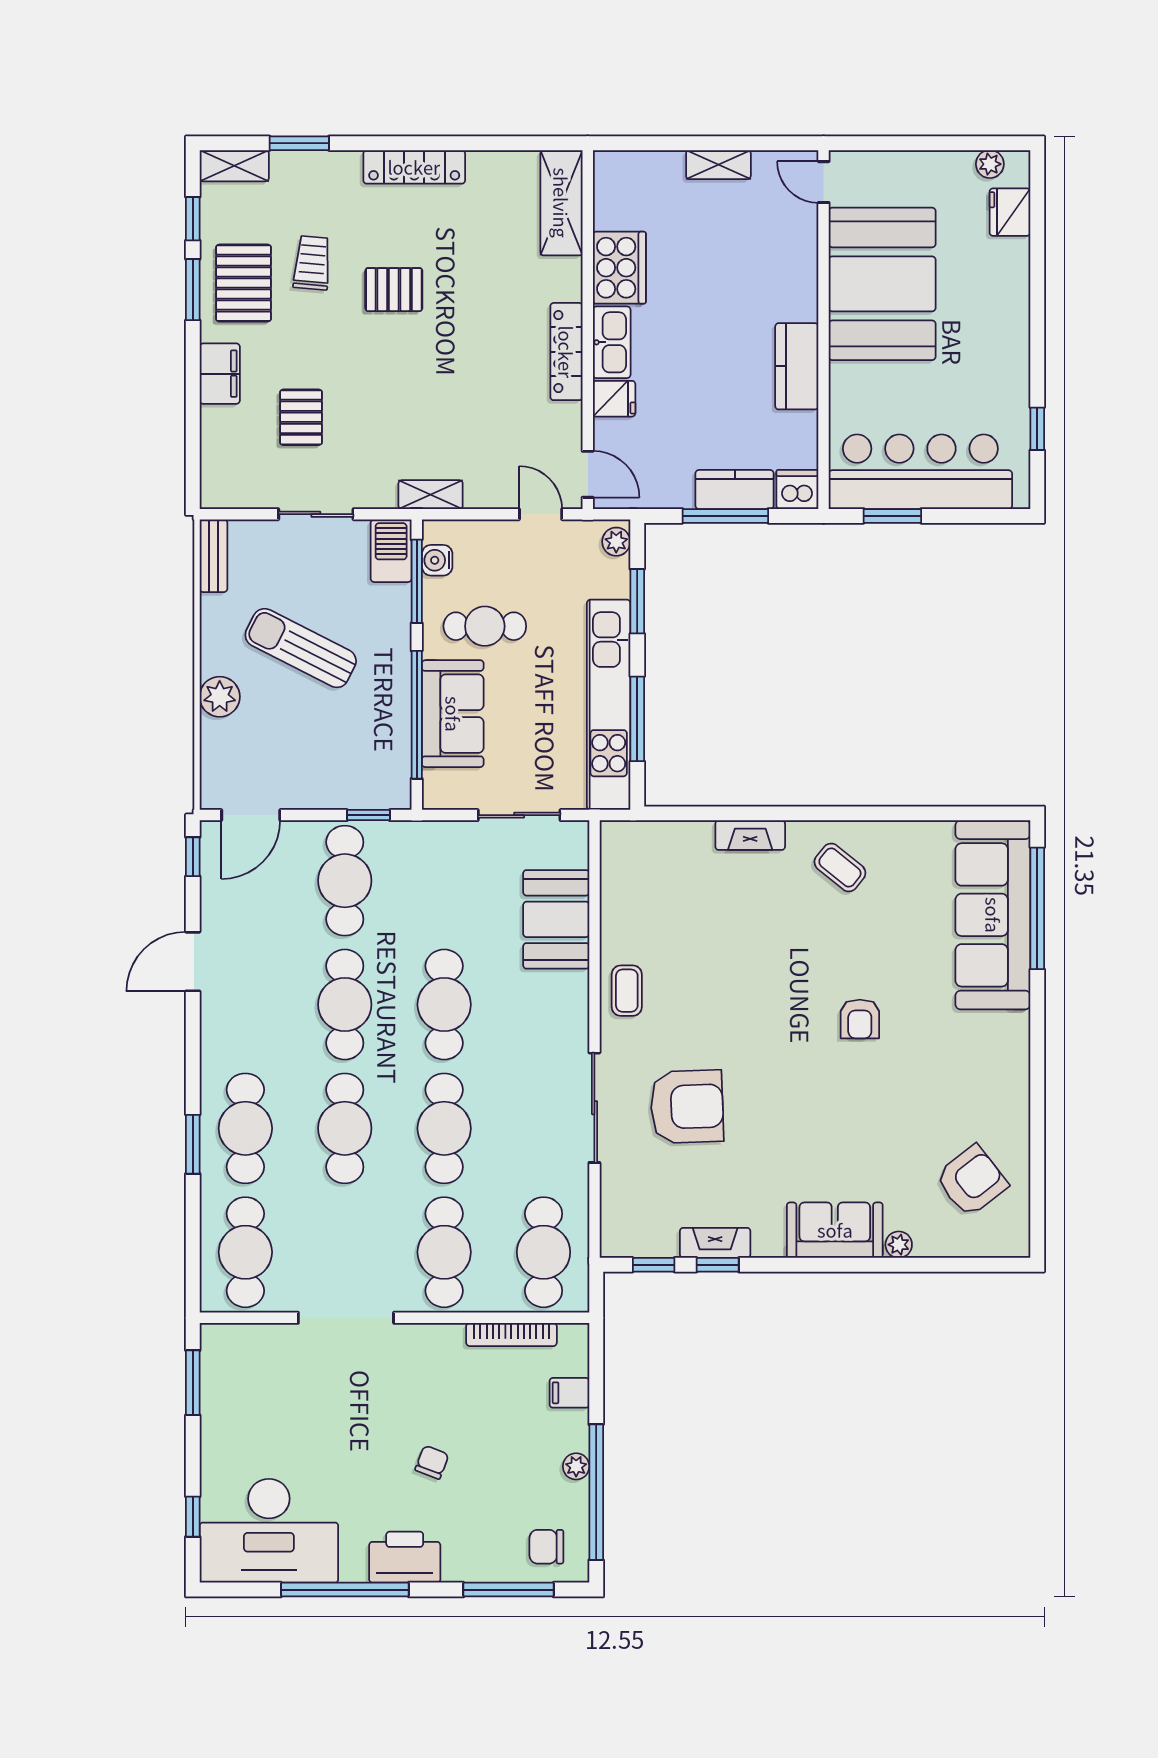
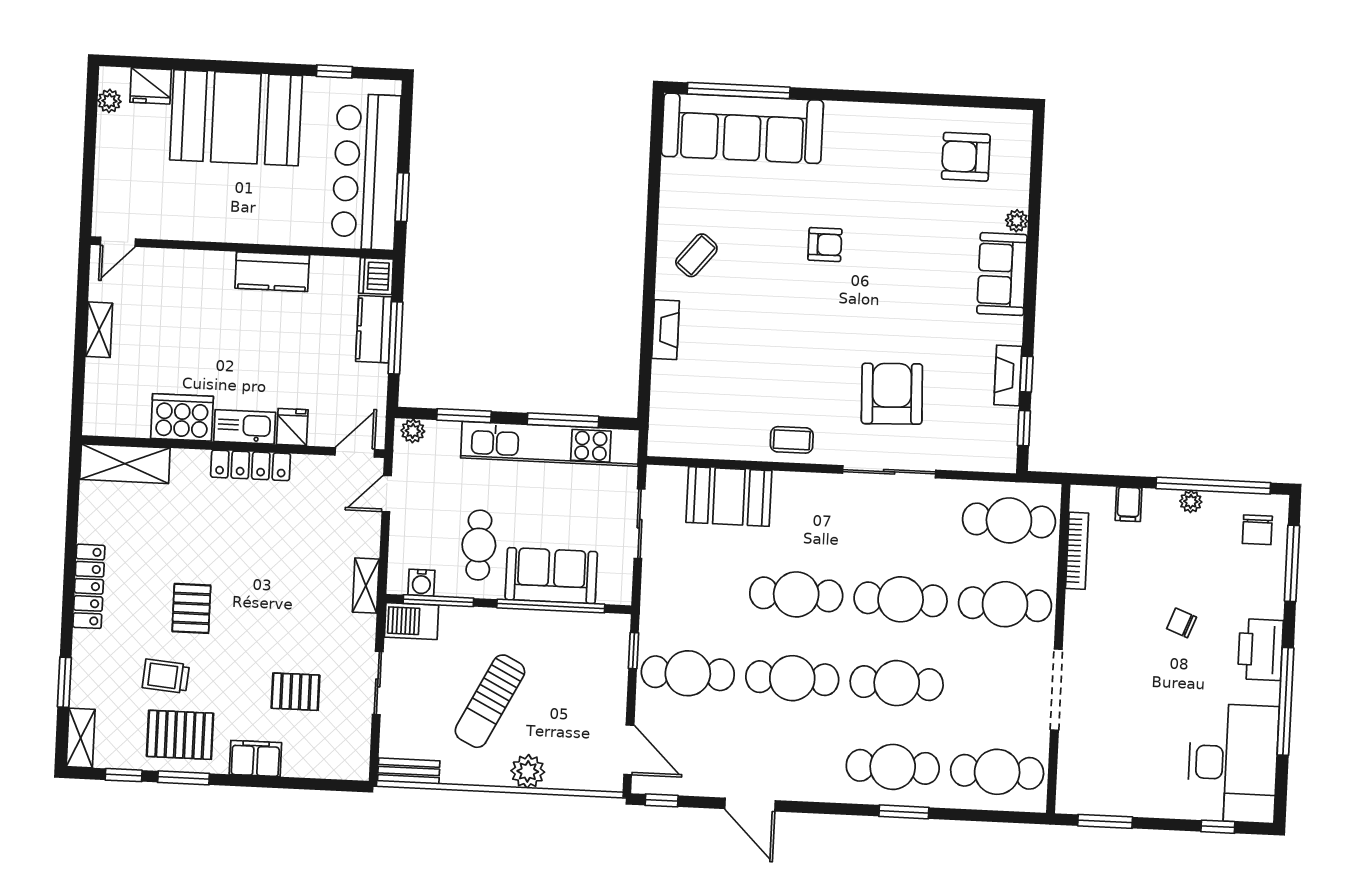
booth: (882, 284) -> (236, 118), moved
armchair: (972, 1181) -> (966, 157), turned -52

